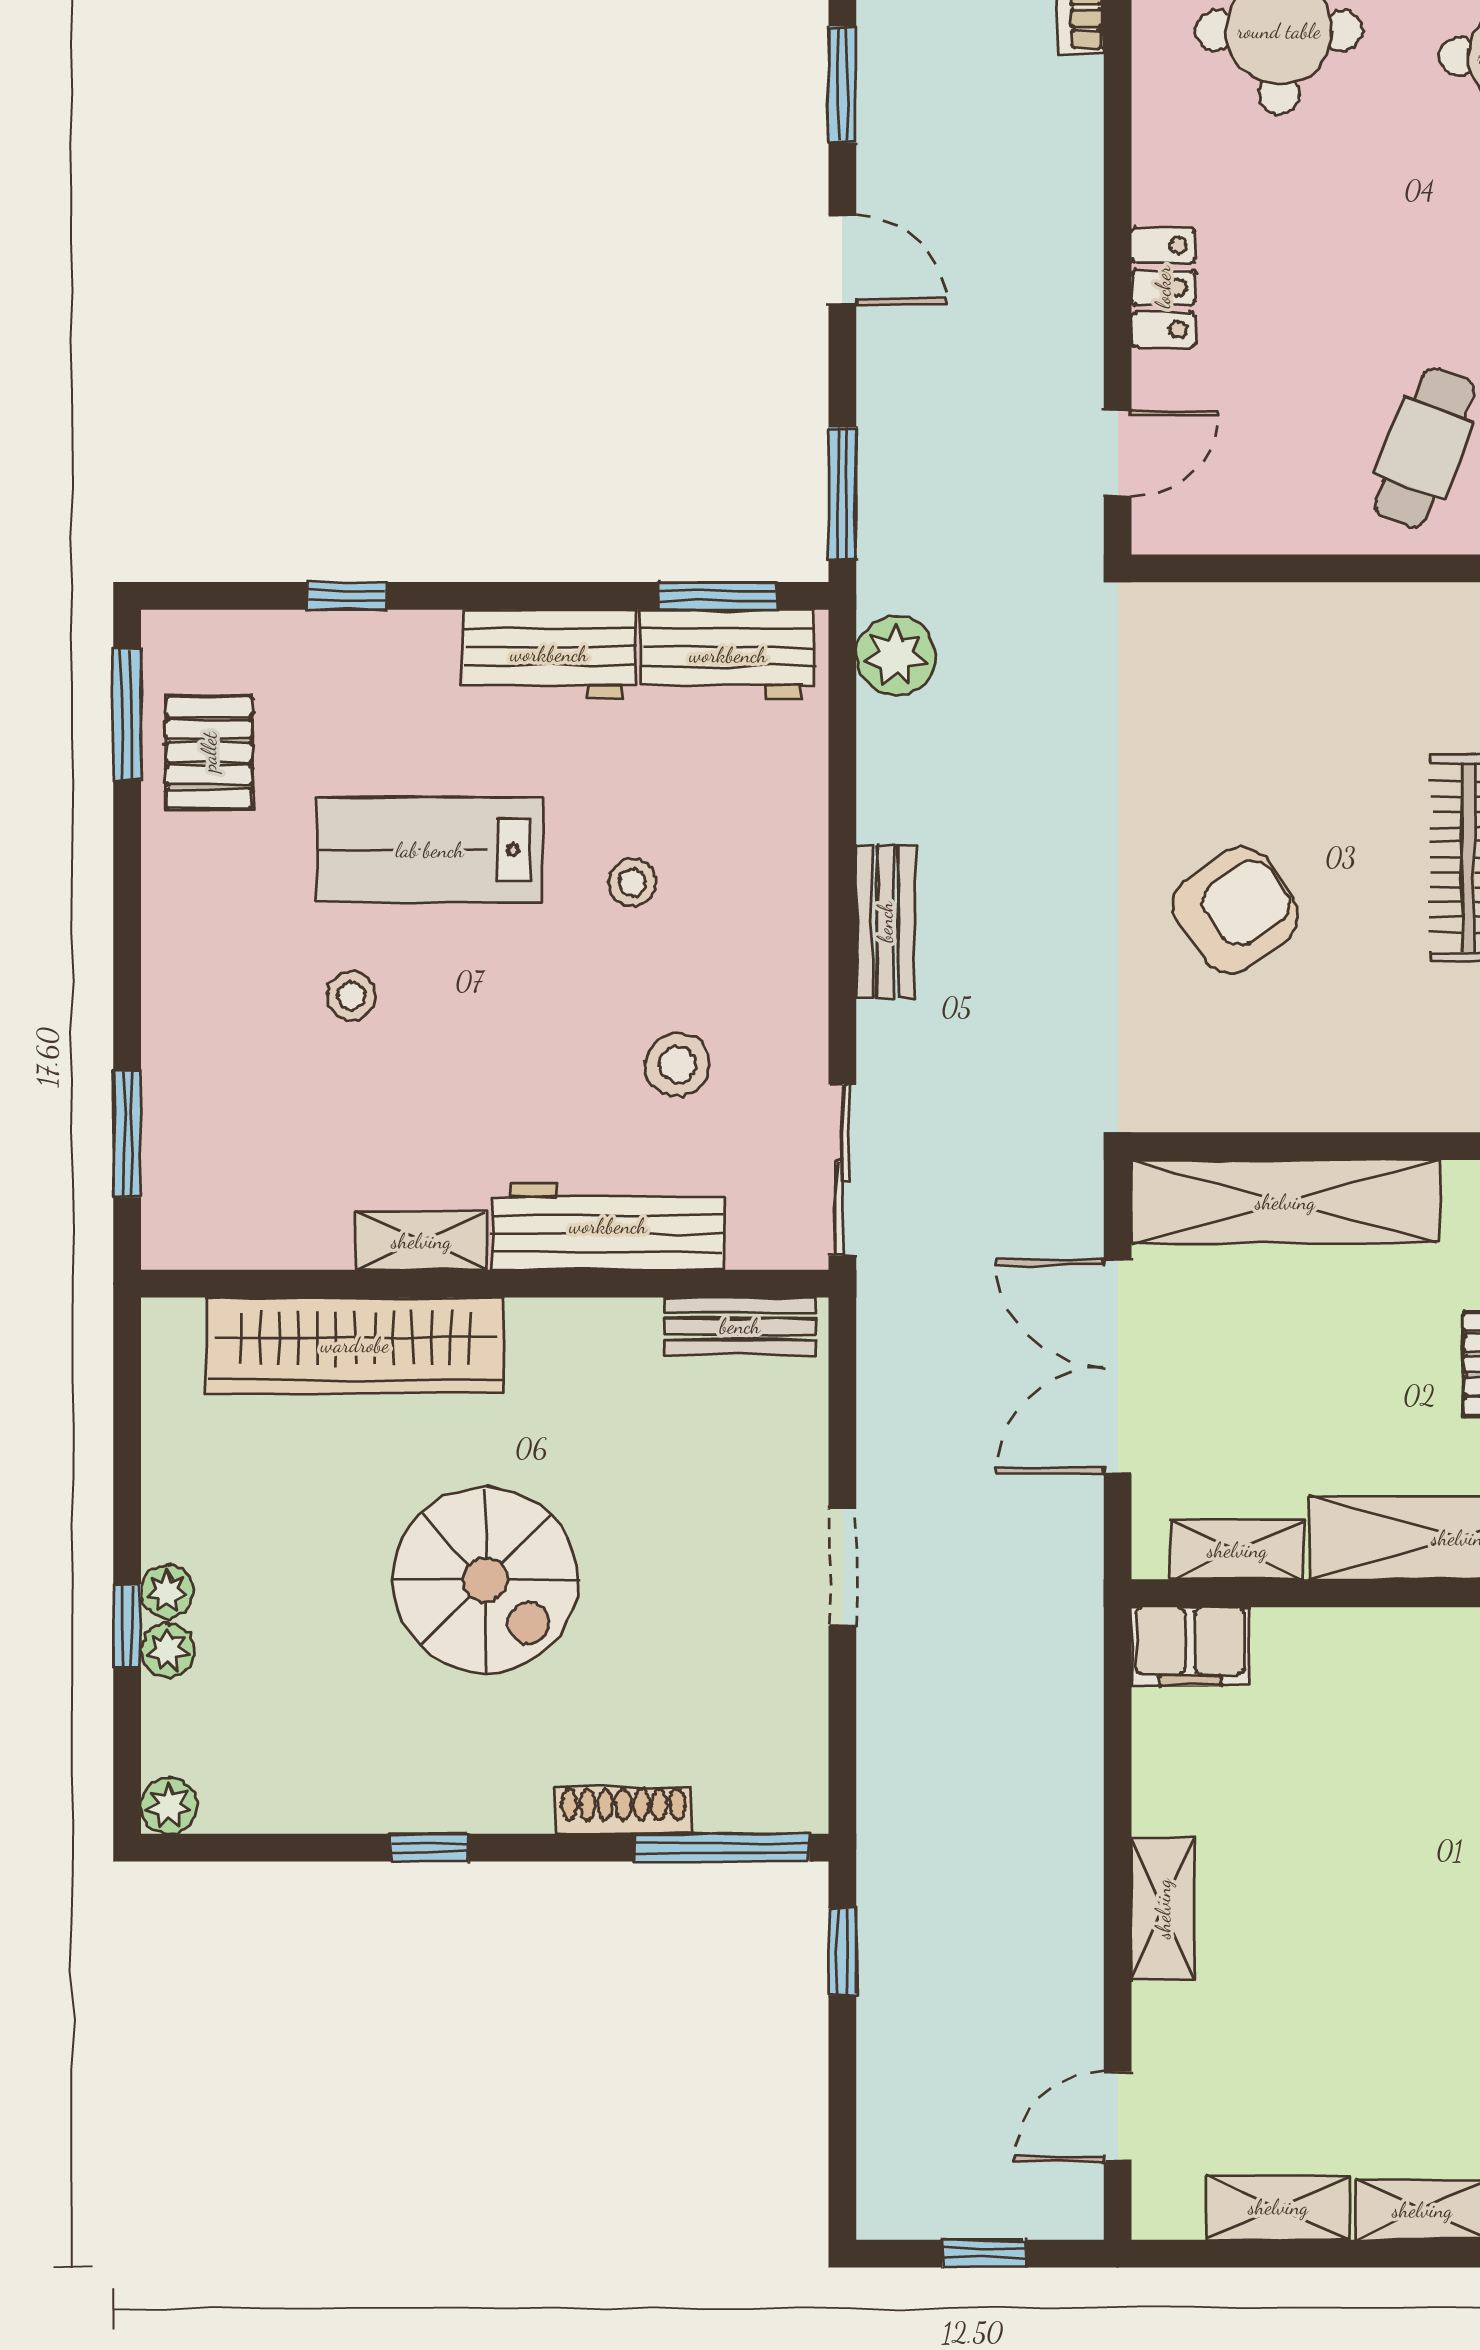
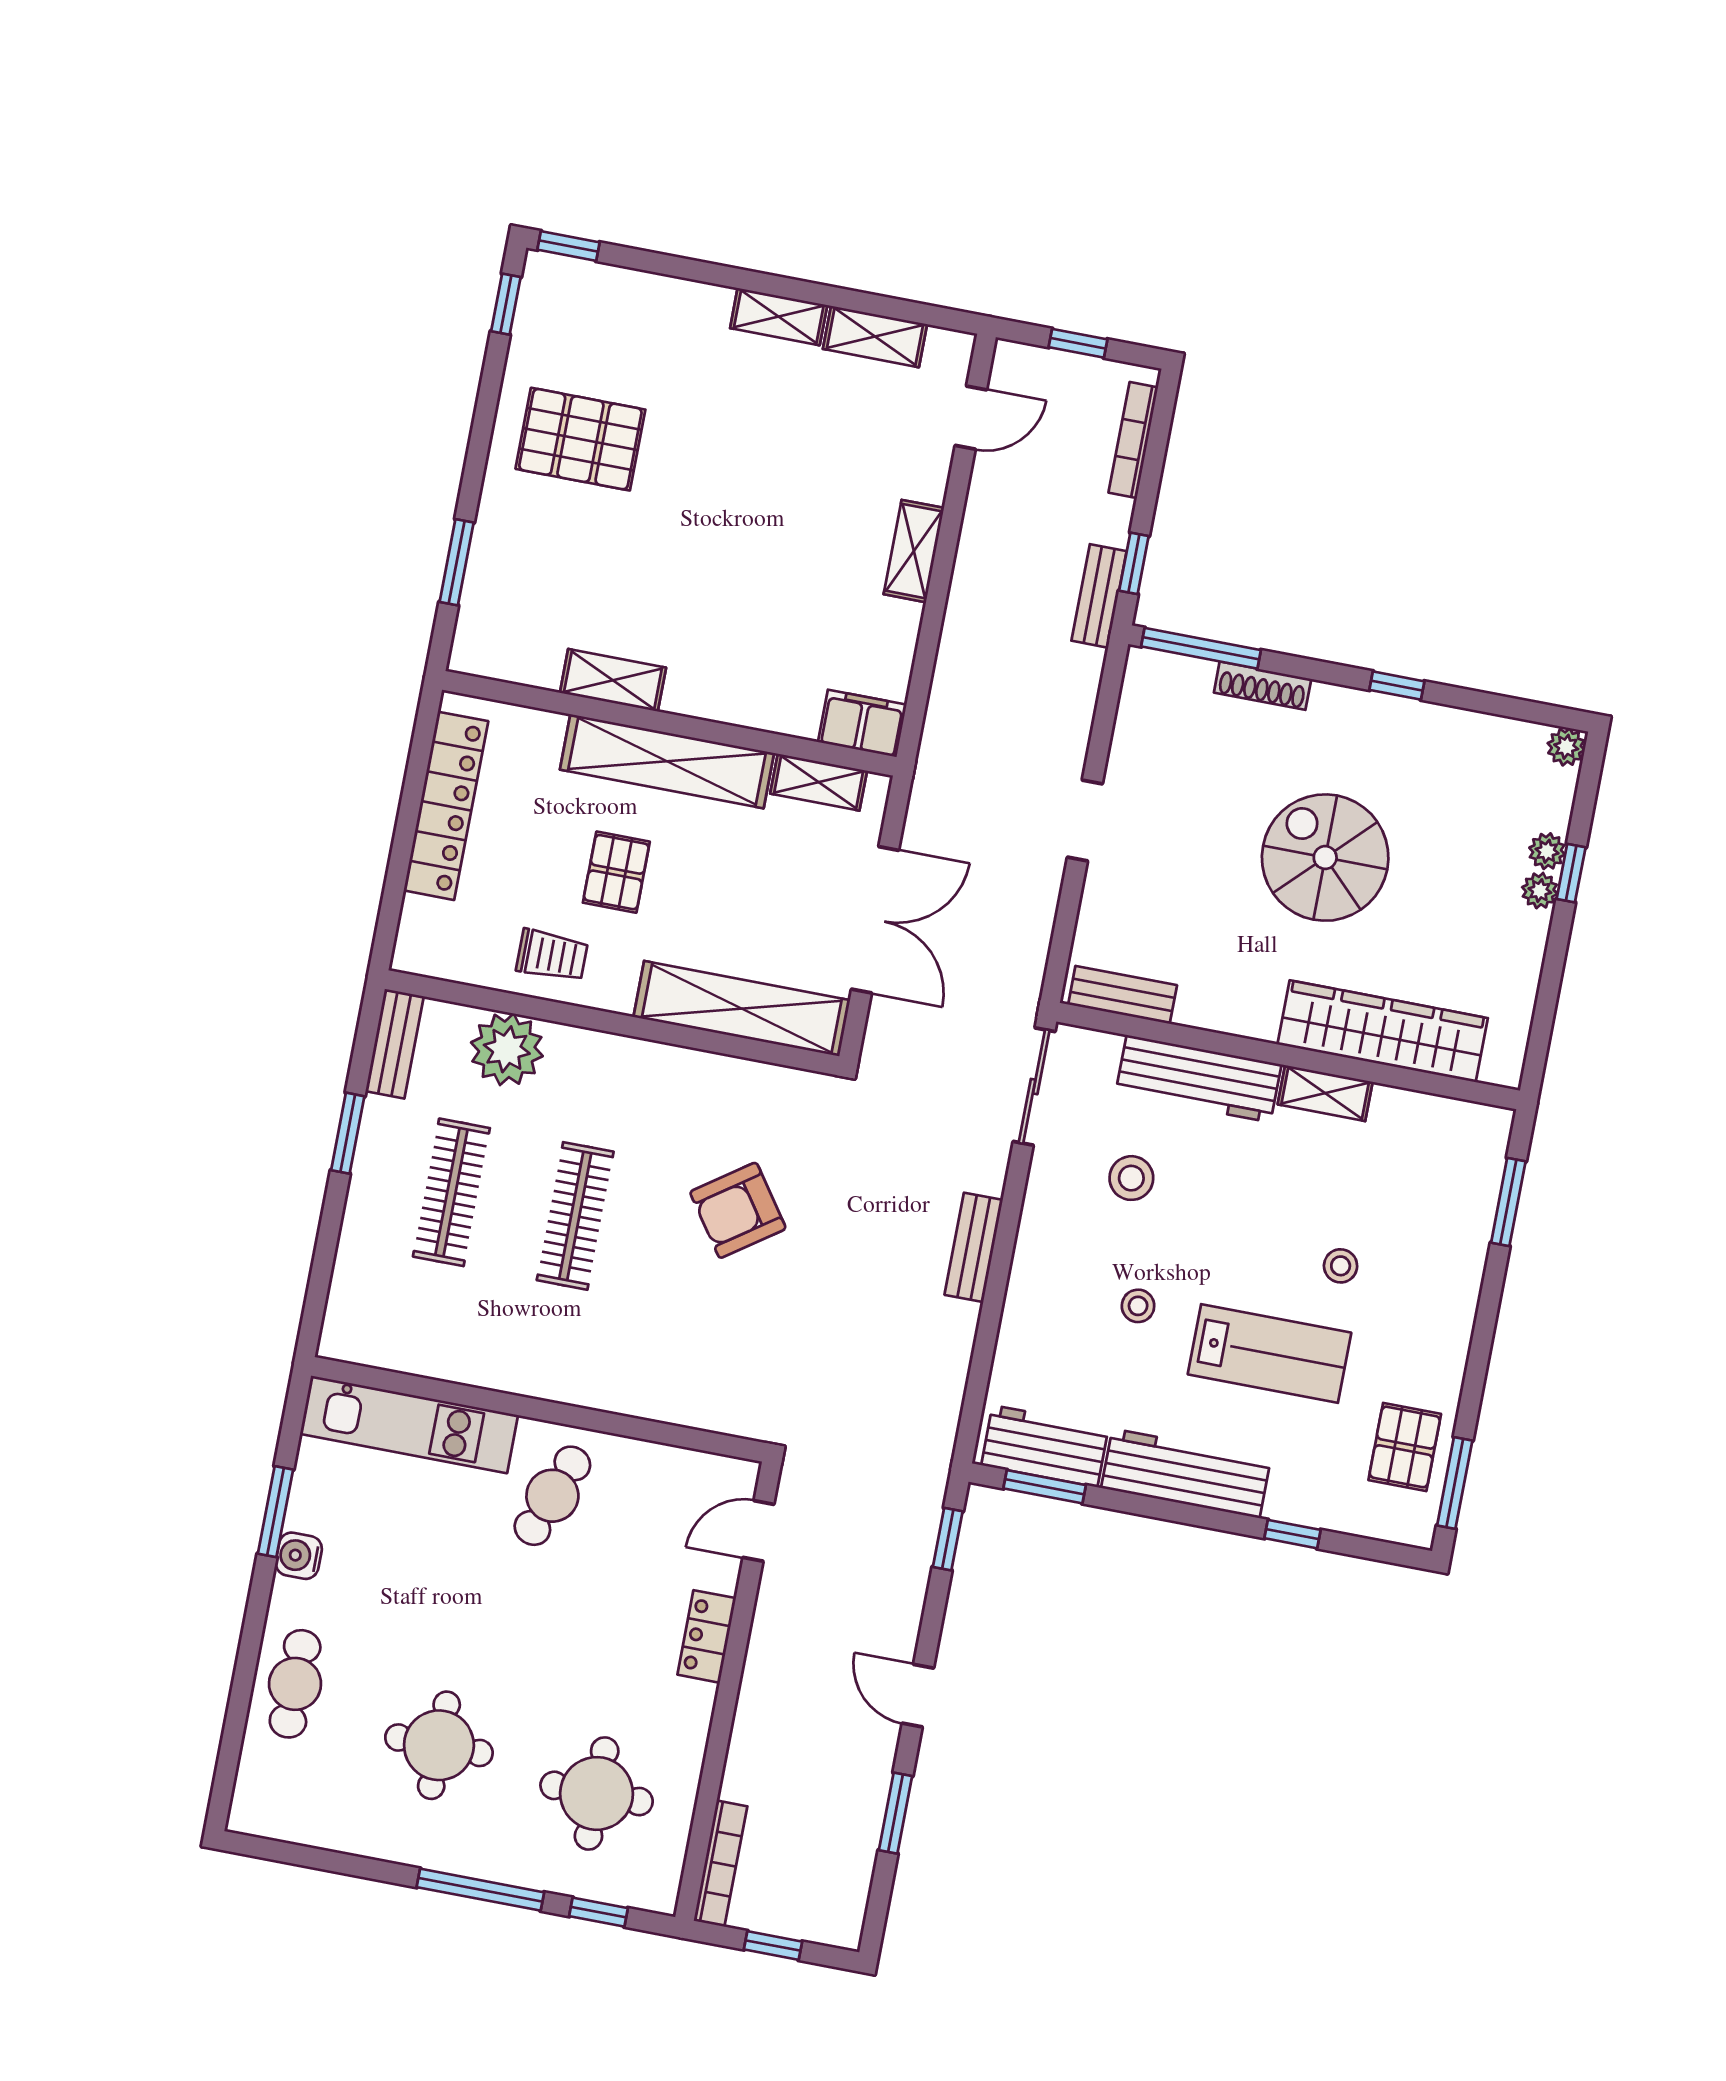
window: (842, 494) -> (948, 1539), width x0.67
workbench: (549, 654) -> (1186, 1473), width x1.38
plant: (896, 656) -> (933, 1424), removed
bench: (884, 1895) -> (1099, 596), added
bookcase: (877, 2129) -> (1133, 440), added

